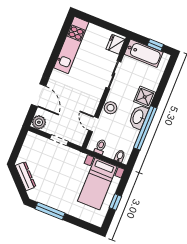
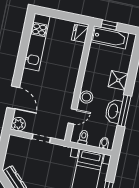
window: (155, 45) -> (109, 25), moved
sliding door: (113, 75) -> (83, 64), removed
washbasin: (138, 117) -> (113, 111), moved
door: (93, 124) -> (72, 116), swing flipped
window: (145, 128) -> (124, 111), width x0.68

